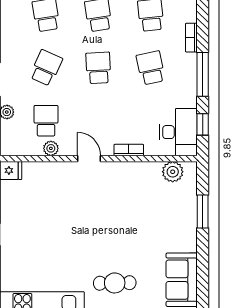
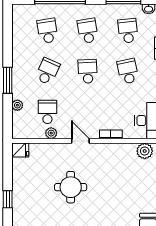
round table: (76, 219) -> (71, 187), added

